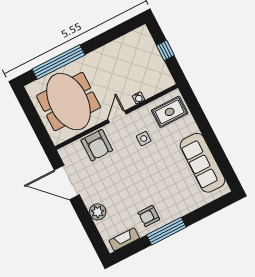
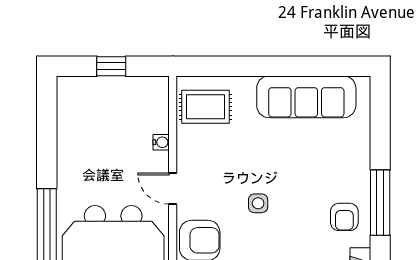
rug: (170, 112) -> (206, 107), turned 90
side table: (144, 139) -> (258, 203), moved

